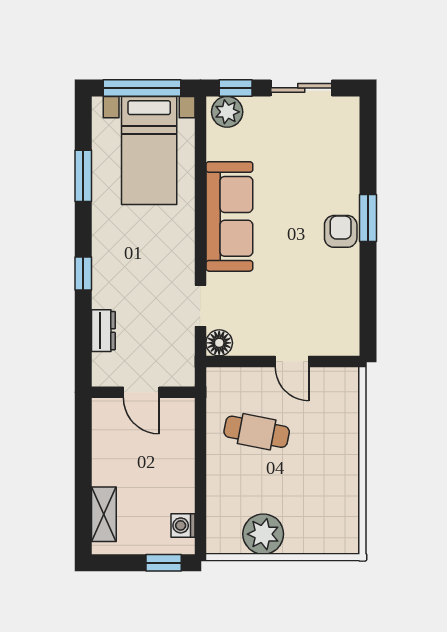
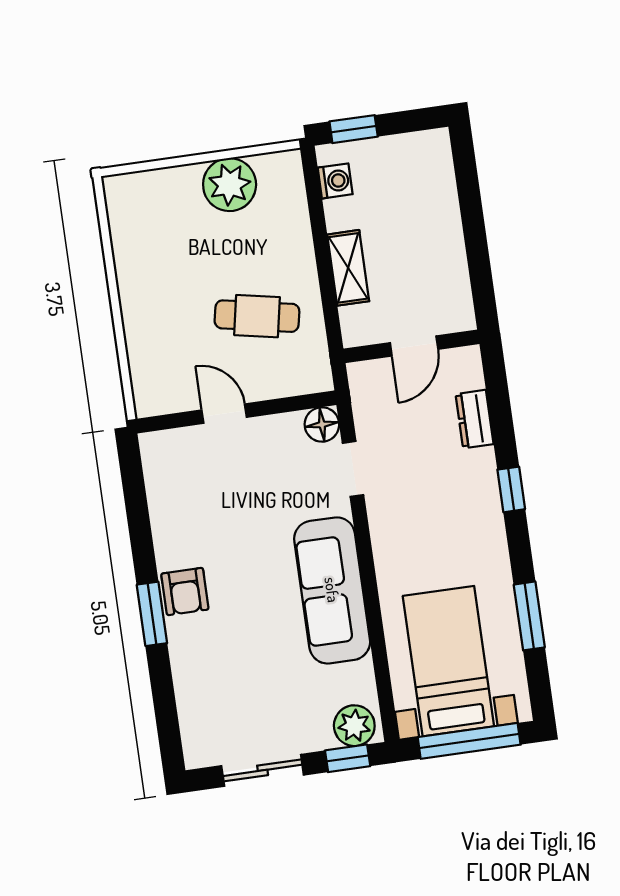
door: (141, 392) -> (414, 346), swing flipped
shelving: (104, 514) -> (348, 268), moved

